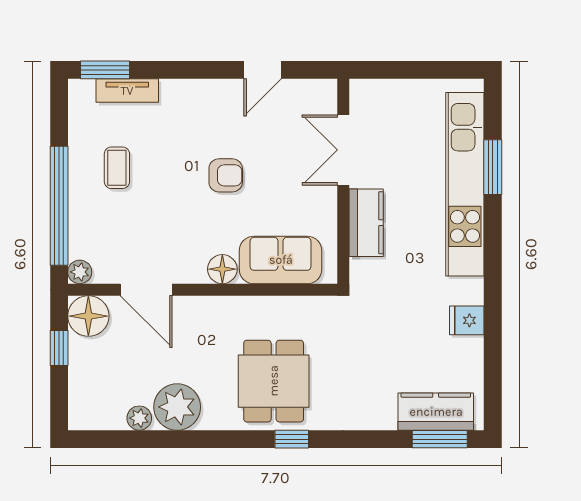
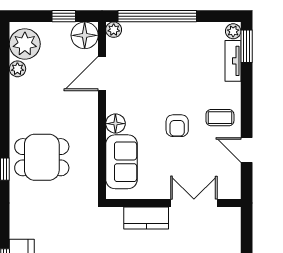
plant: (82, 90) -> (233, 31), added
coffee table: (117, 168) -> (220, 118), moved
plant: (177, 407) -> (25, 44), moved

